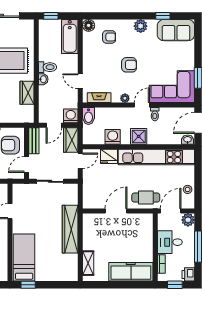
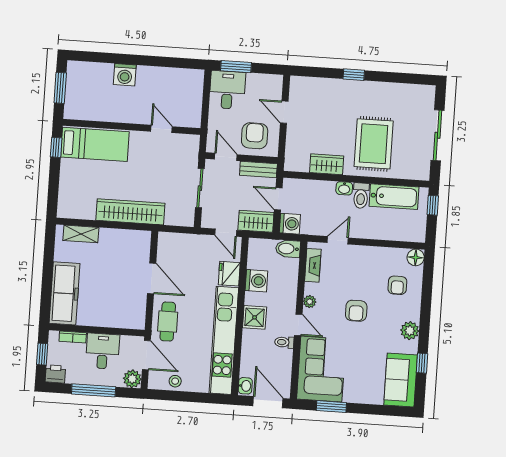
bathtub: (70, 37) -> (394, 197), moved, turned 180

